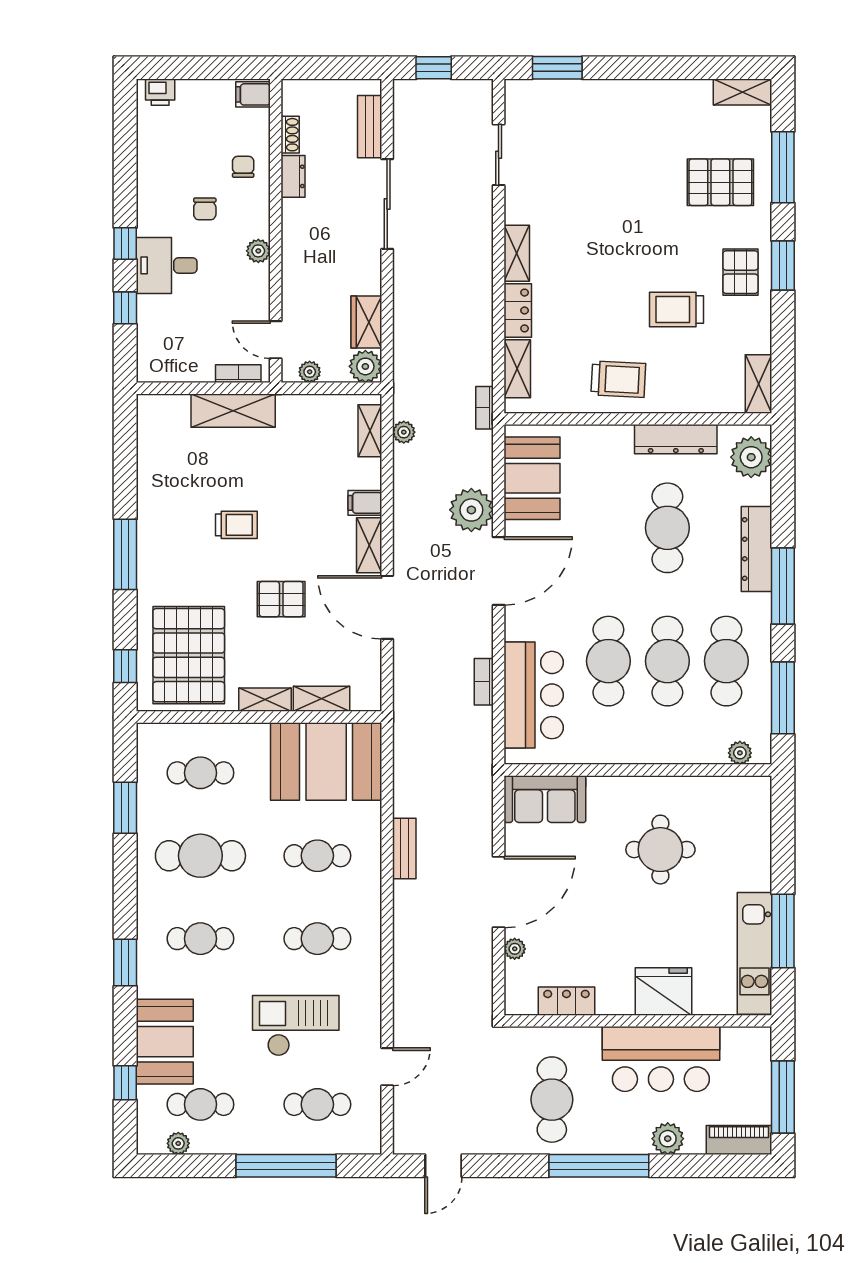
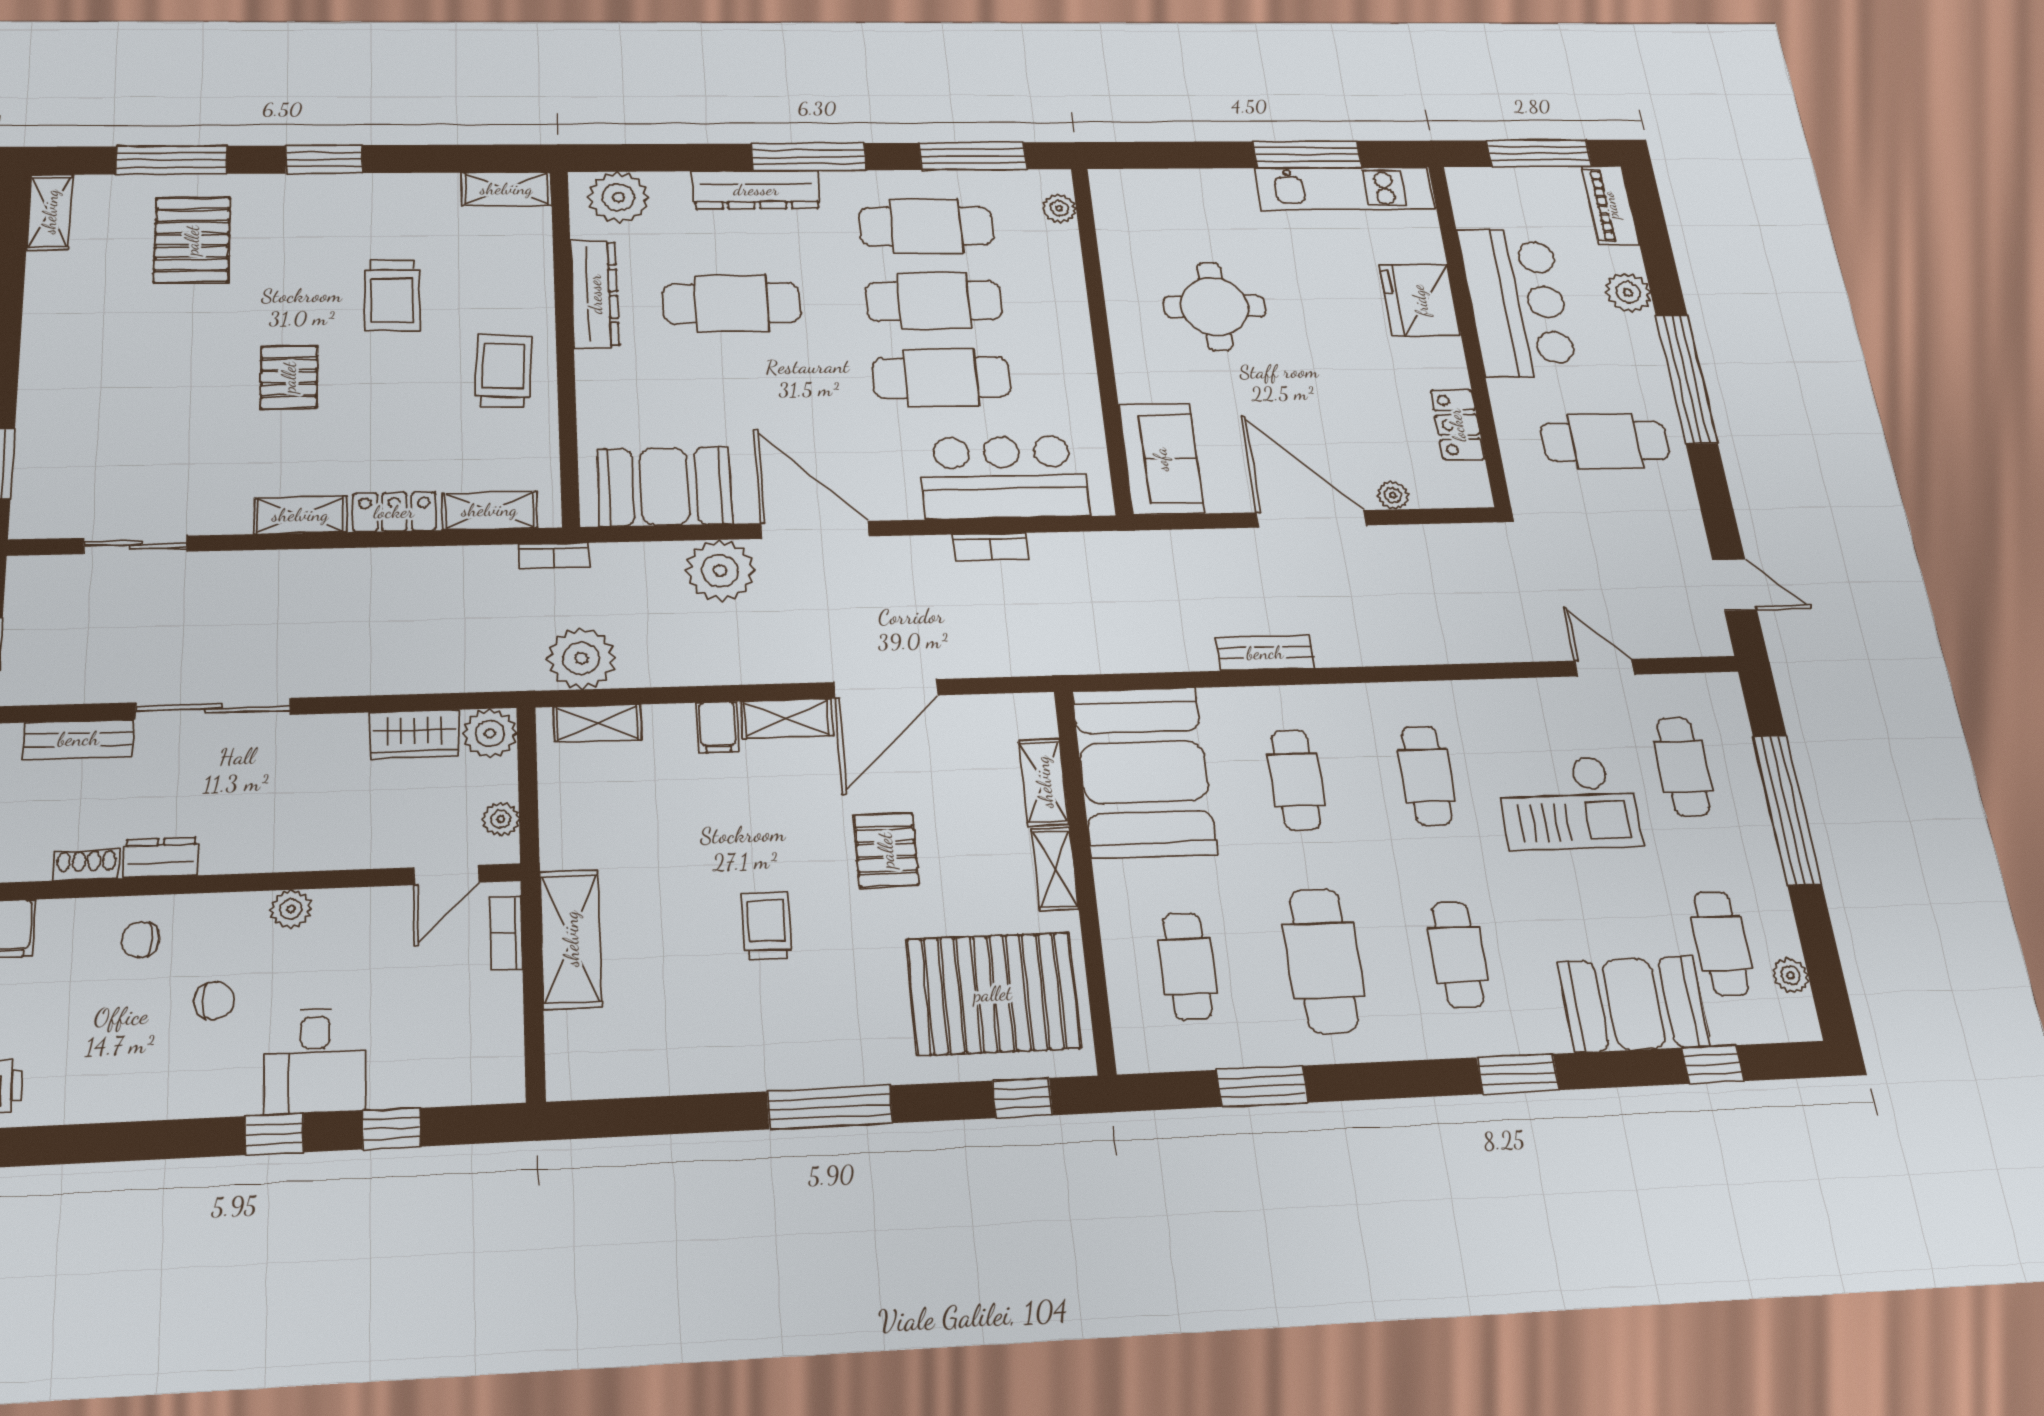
pallet: (740, 272) -> (289, 377), moved, turned 90
plant: (404, 432) -> (581, 658), width x1.88, depth x1.88
checkout: (296, 1026) -> (1568, 803), turned -90

